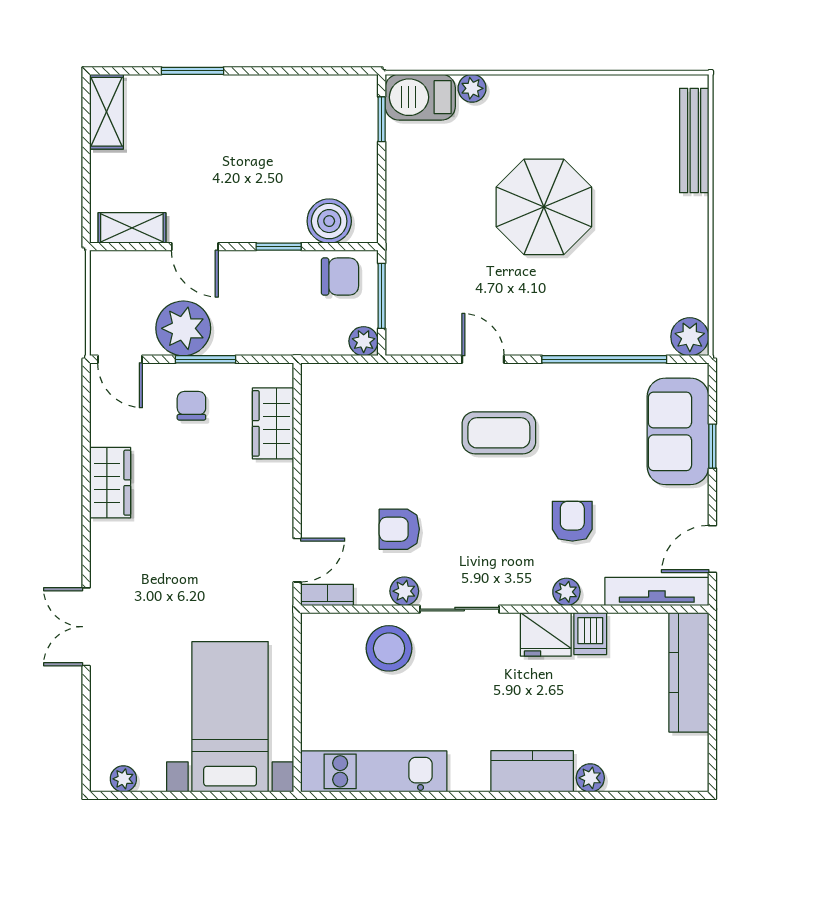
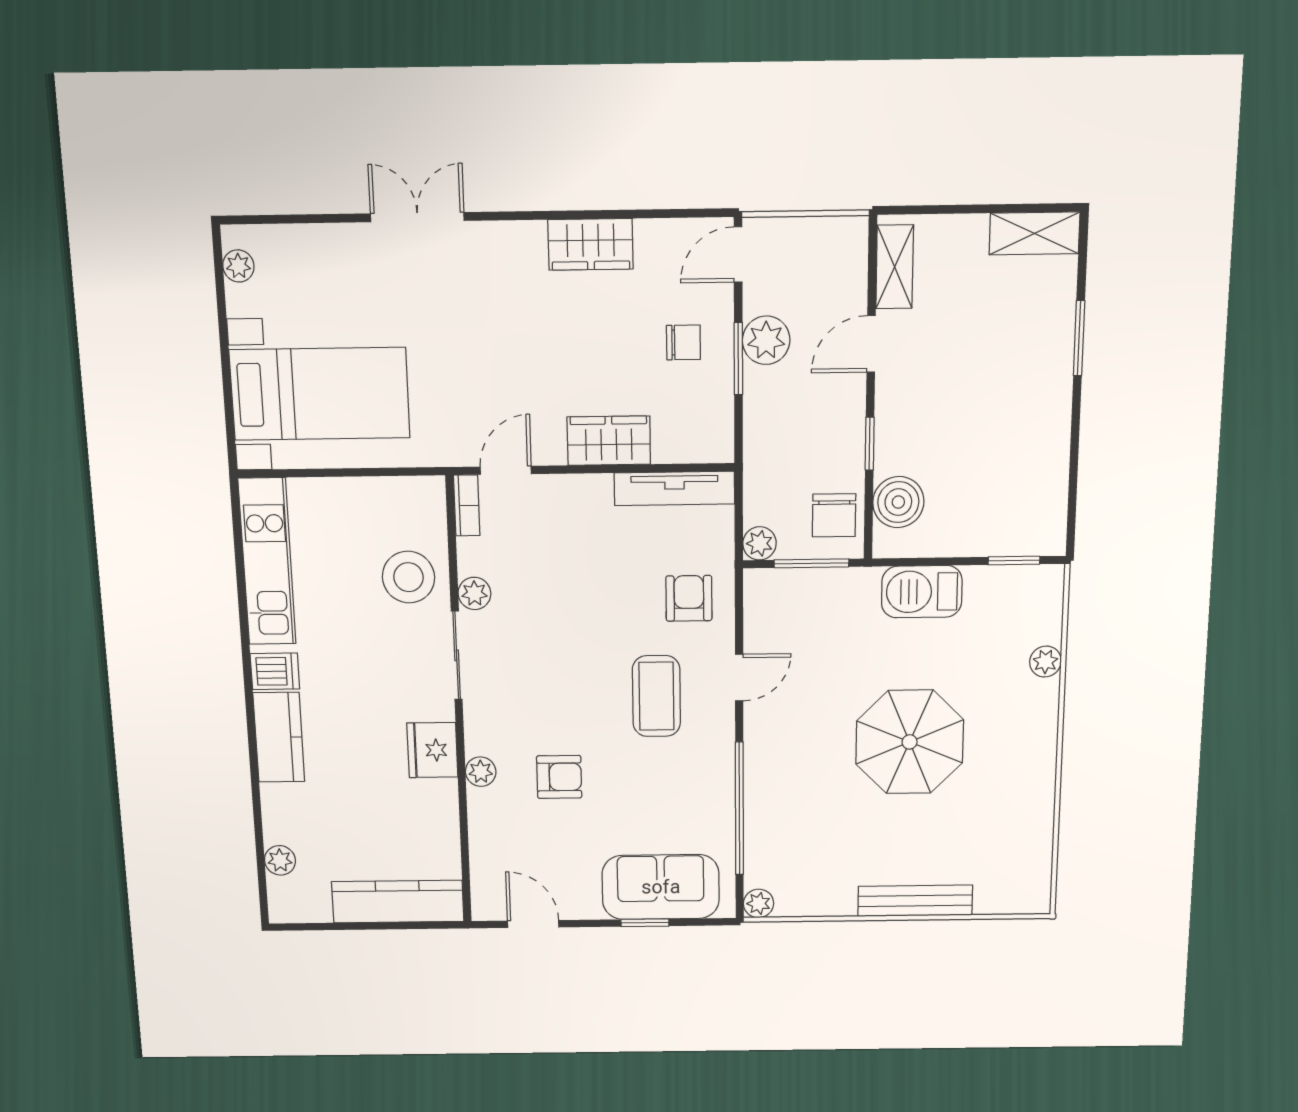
barbecue: (420, 97) -> (922, 592), moved, turned -90
bench: (694, 140) -> (915, 901), moved
plant: (183, 328) -> (766, 340), width x0.73, depth x0.73
plant: (690, 337) -> (759, 903), width x0.73, depth x0.73
wardrobe: (273, 423) -> (609, 441), moved
armchair: (399, 529) -> (689, 598), moved
door: (297, 560) -> (506, 470), swing flipped
tv unit: (657, 591) -> (674, 488), moved, turned 90
dishwasher: (590, 634) -> (275, 671), moved, turned 180
plant: (590, 778) -> (280, 860), moved

